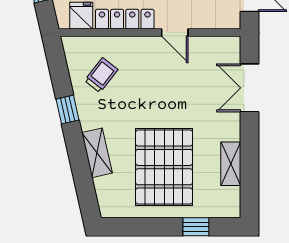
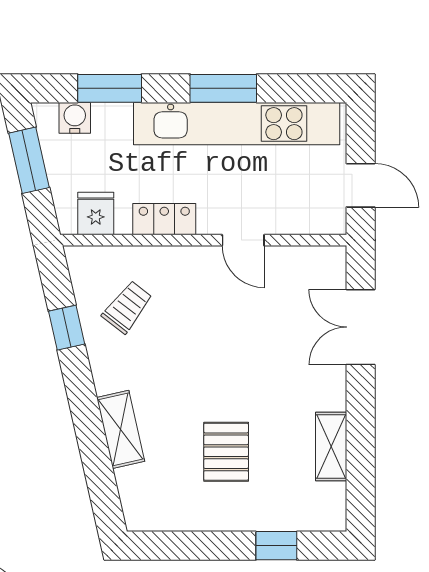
locker: (125, 19) -> (164, 219), width x0.66
window: (67, 110) -> (67, 328), moved
pallet: (164, 167) -> (226, 452), width x0.49, depth x0.50

